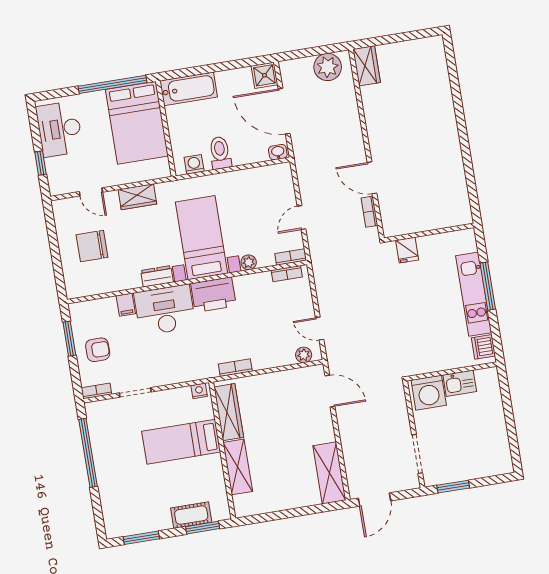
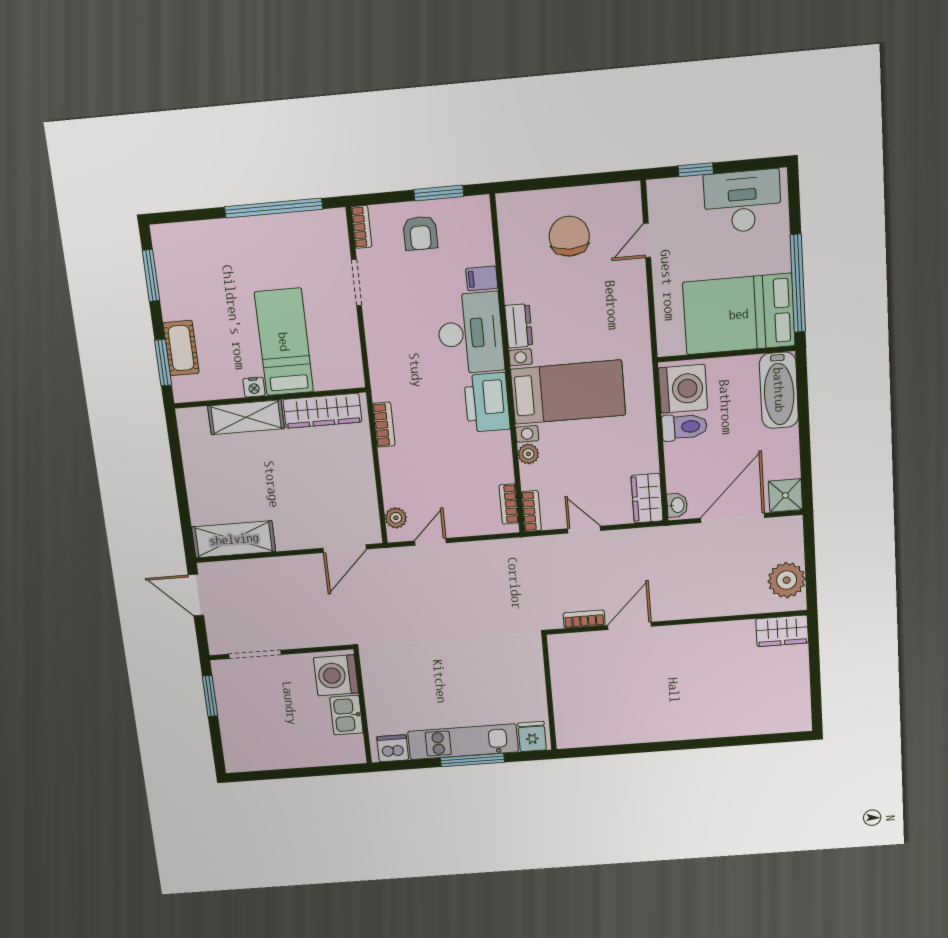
washing machine: (194, 164) -> (683, 389), width x1.89, depth x1.89
wardrobe: (137, 197) -> (647, 498), moved
fridge: (407, 250) -> (532, 736), moved, turned 90
nightstand: (199, 391) -> (254, 387), moved, turned 90

